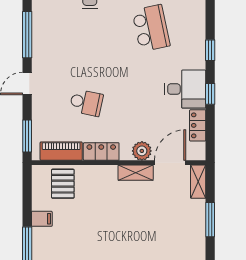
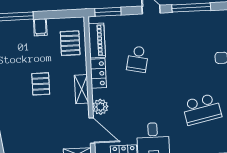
shelving: (136, 173) -> (82, 89), moved
pallet: (63, 184) -> (70, 43), turned 90
pallet: (110, 222) -> (41, 84), added

